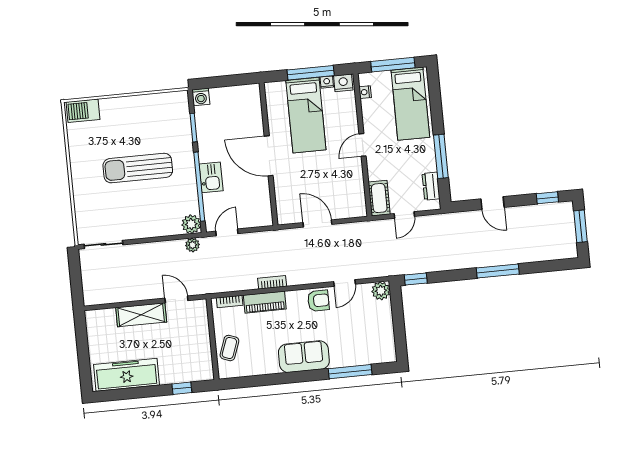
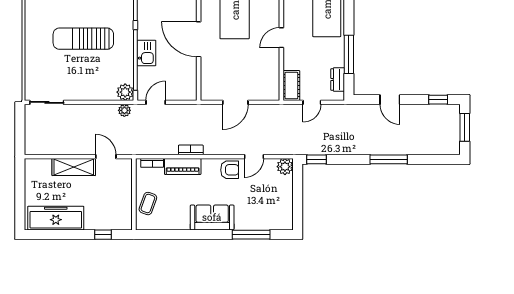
door: (317, 223) -> (235, 102), swing flipped

